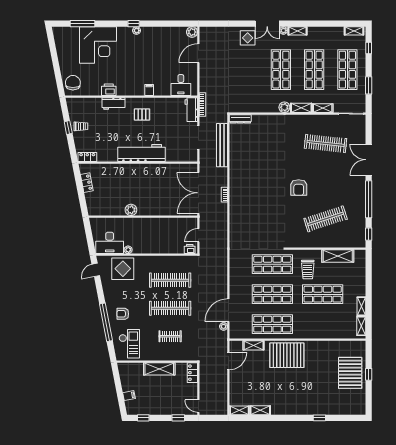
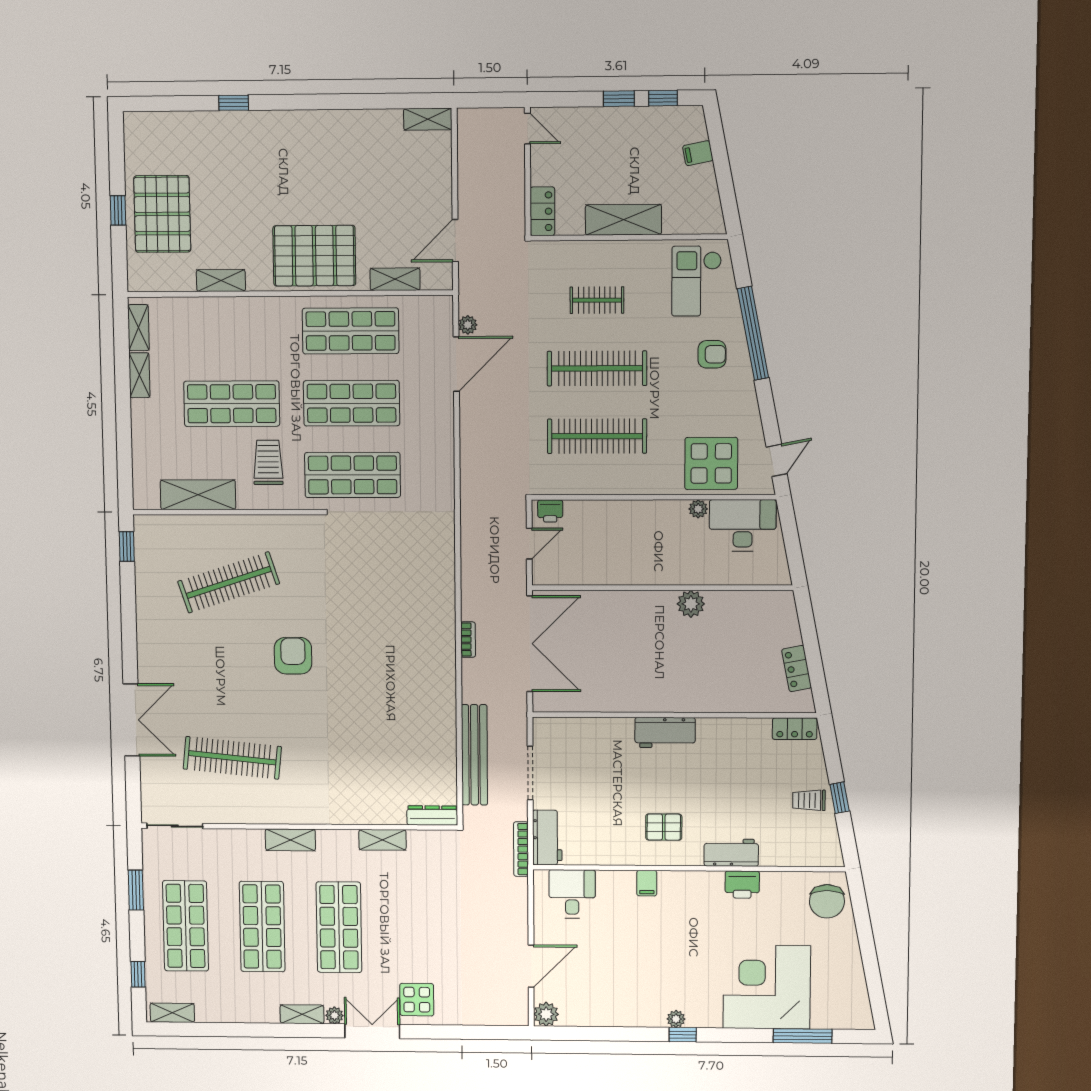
plant: (284, 107) -> (330, 841), removed
shelving: (323, 108) -> (382, 840), moved
workbench: (142, 153) -> (665, 733), width x0.53, depth x0.76
window: (369, 199) -> (129, 628), removed
shelving: (260, 410) -> (221, 281), moved
window: (178, 418) -> (619, 99), moved

